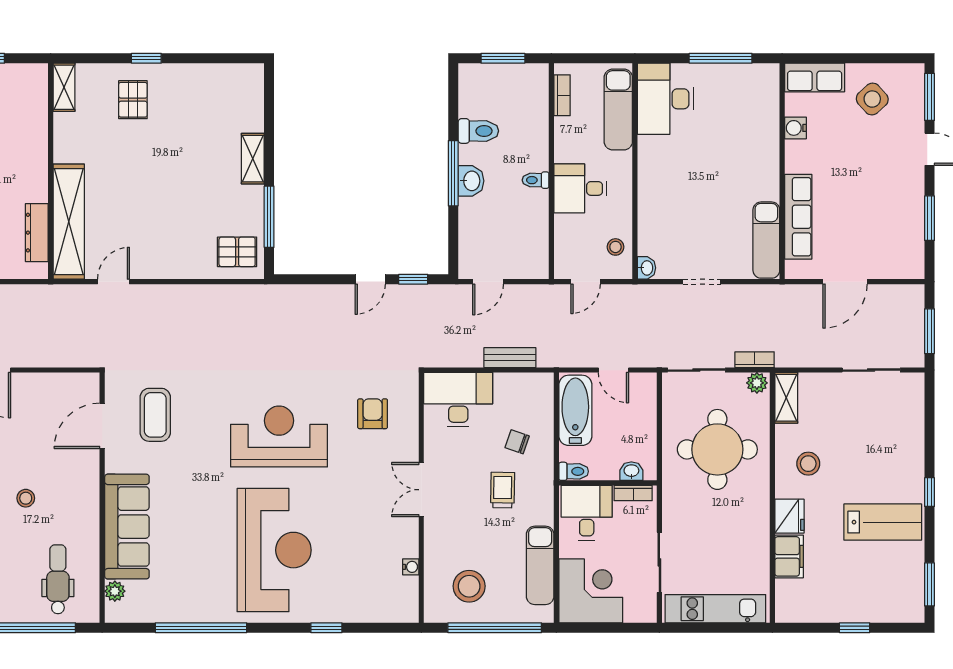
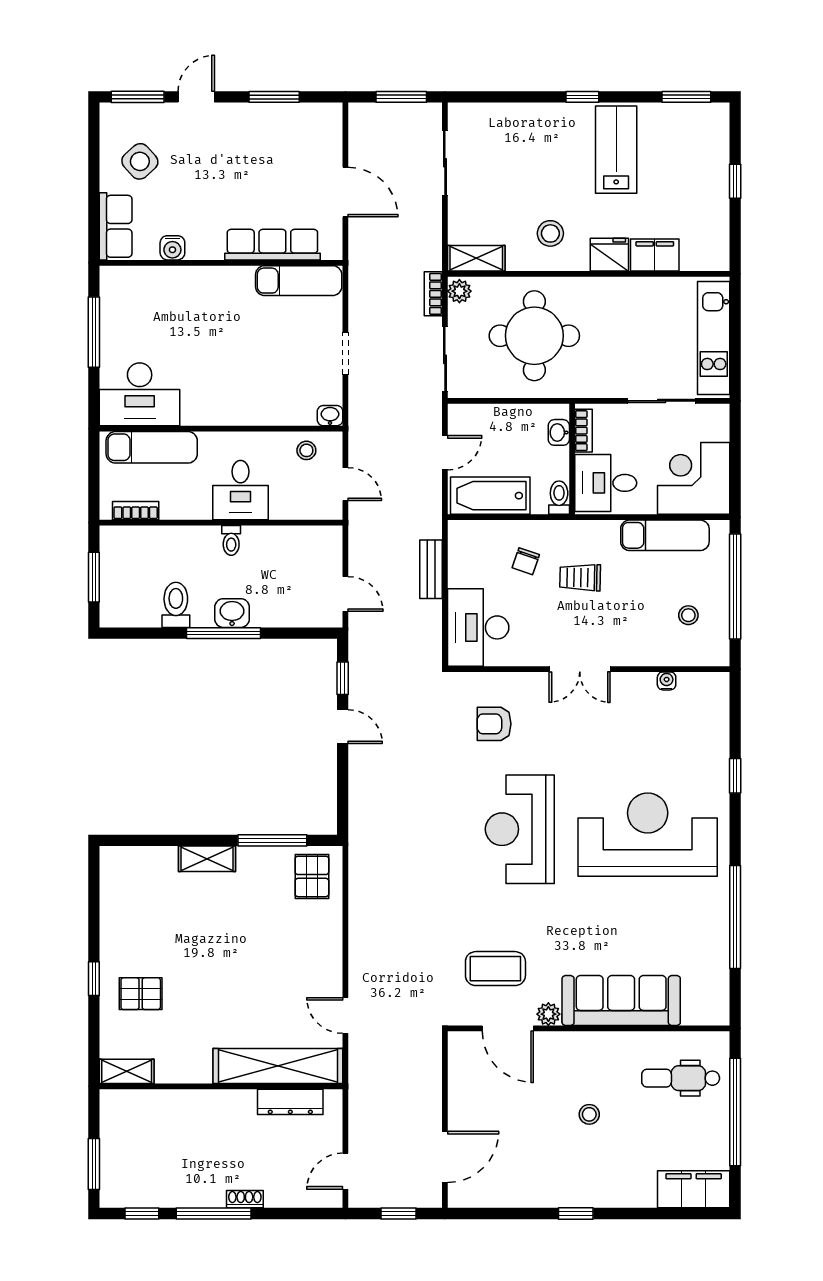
stool: (469, 586) -> (688, 615), width x0.53, depth x0.53
plant: (115, 591) -> (548, 1014), moved

